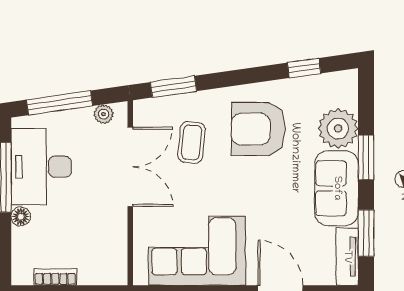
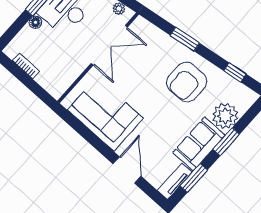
window: (173, 87) -> (185, 39), moved
armchair: (258, 129) -> (187, 82), turned -90
coffee table: (192, 142) -> (149, 60), removed

